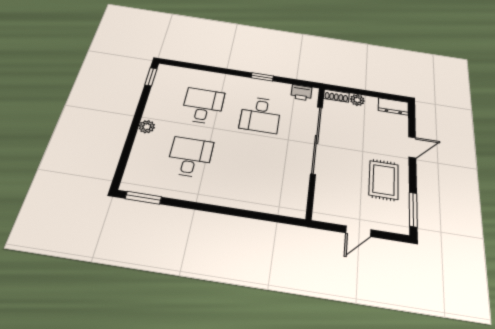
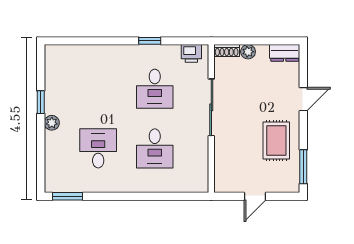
window: (151, 77) -> (41, 102), moved
desk: (203, 106) -> (155, 148), moved, turned 180
sliding door: (317, 139) -> (211, 107), width x0.73

